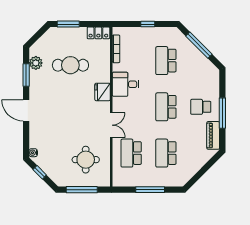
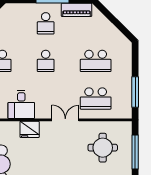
school desk: (166, 107) -> (46, 61), width x0.54
window: (150, 190) -> (135, 92), moved

